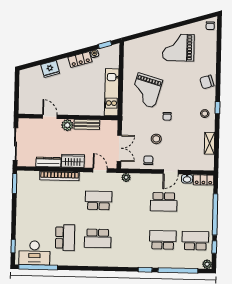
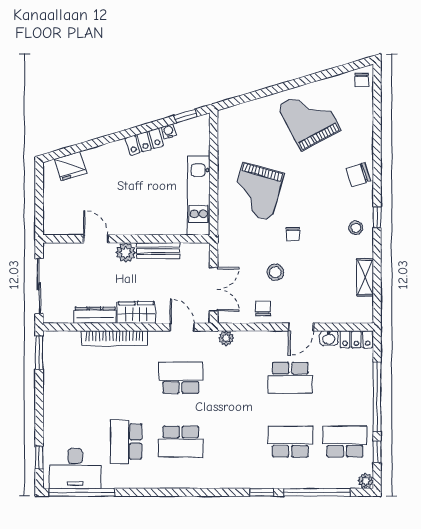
grand piano: (178, 48) -> (309, 118), turned 62
fridge: (50, 69) -> (70, 166), moved
school desk: (65, 238) -> (126, 442), turned 180

